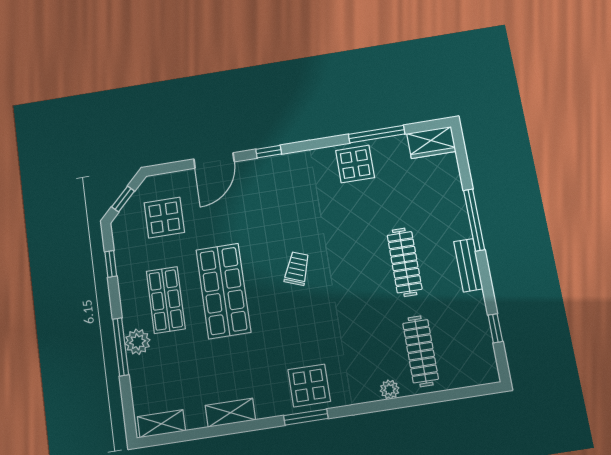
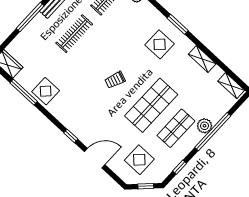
window: (121, 347) -> (213, 132), width x1.46
display table: (309, 385) -> (160, 44), moved

